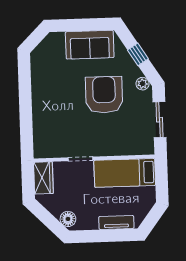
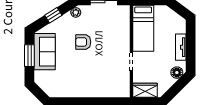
window: (84, 25) -> (29, 56), added
armchair: (104, 95) -> (83, 42), width x0.53, depth x0.53
tv unit: (116, 222) -> (181, 47), moved

